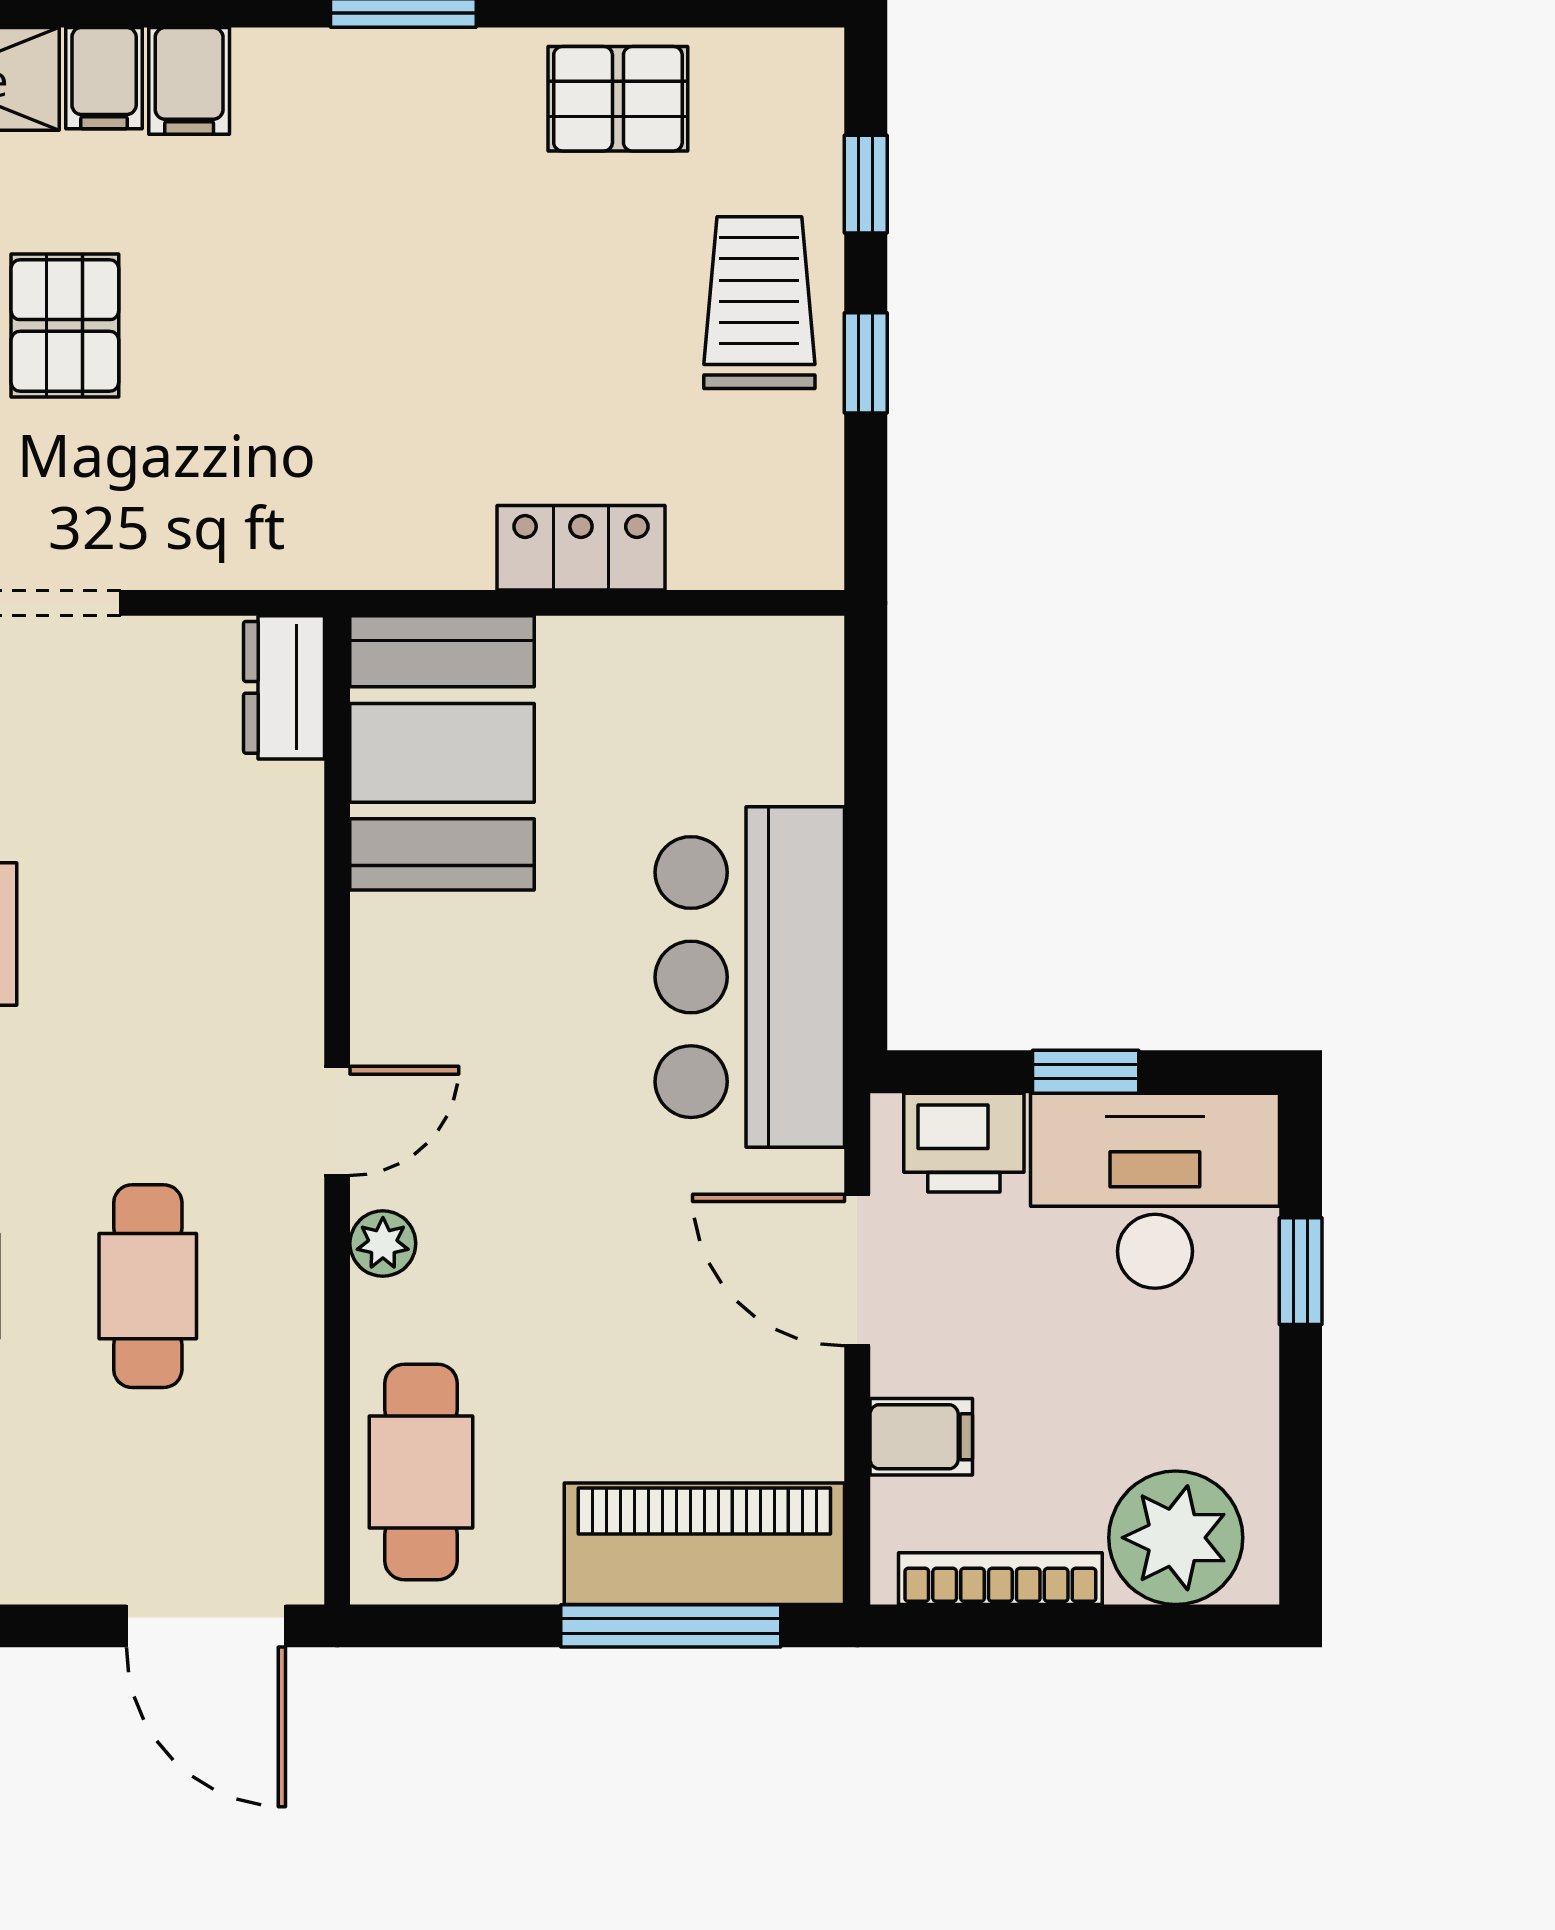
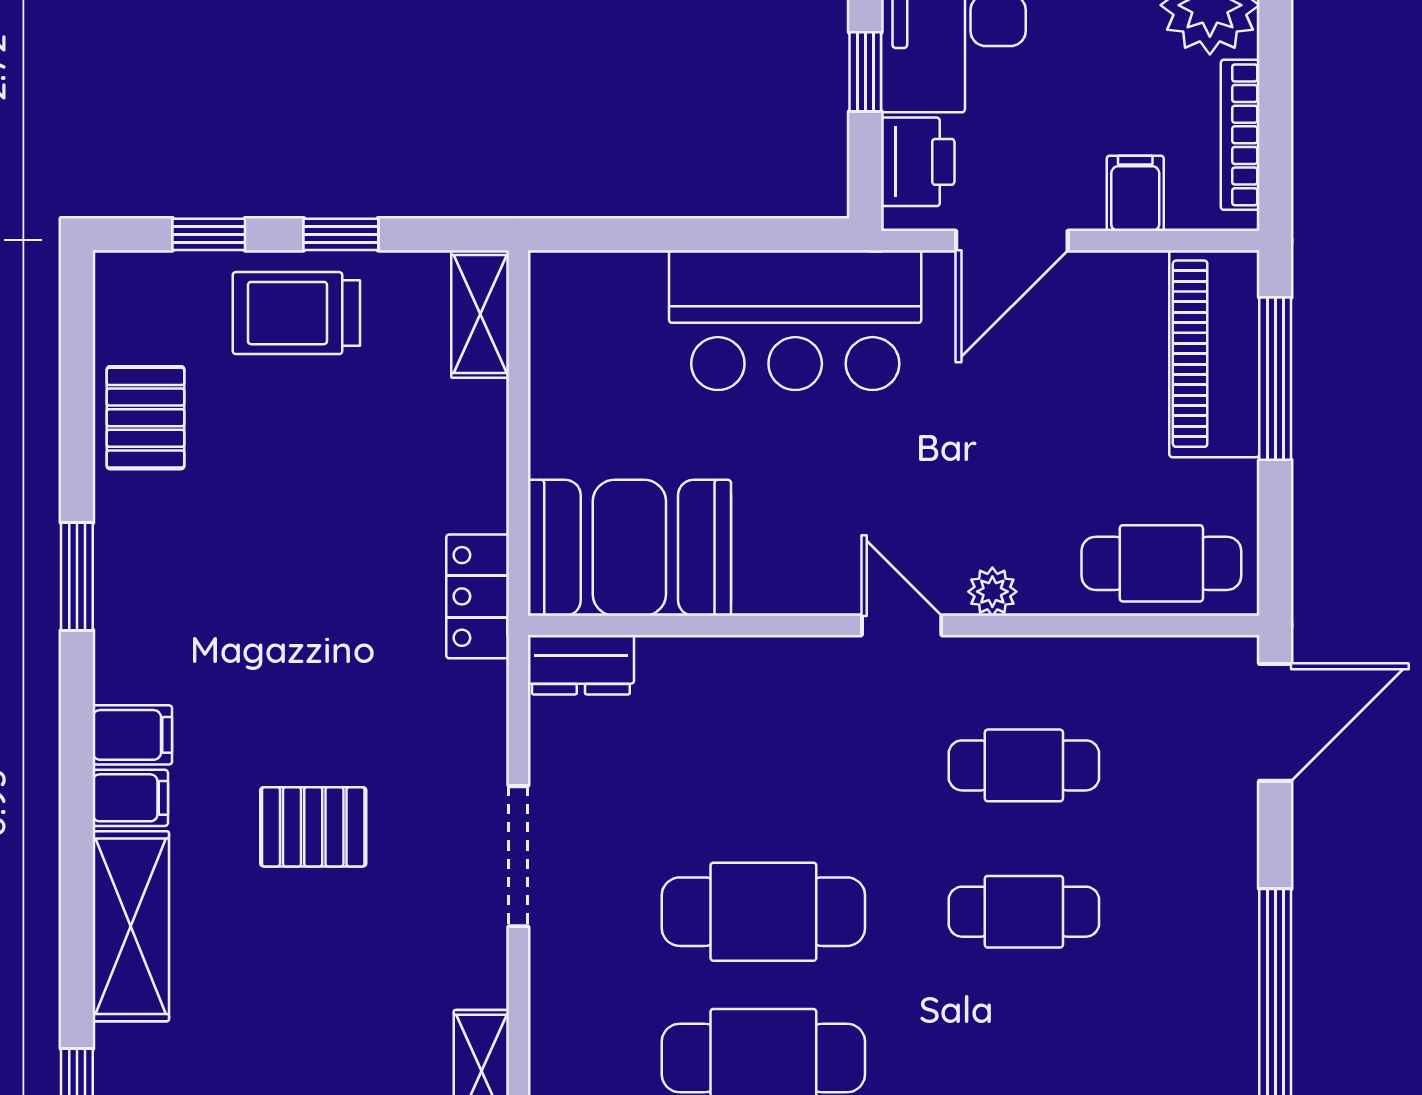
locker: (581, 548) -> (478, 596), moved
shelving: (758, 551) -> (480, 314), added

